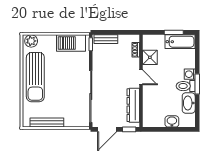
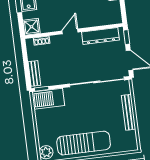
barbecue: (71, 43) -> (48, 99), moved, turned 90
shower: (150, 57) -> (31, 27), moved
bench: (47, 123) -> (129, 112), moved

